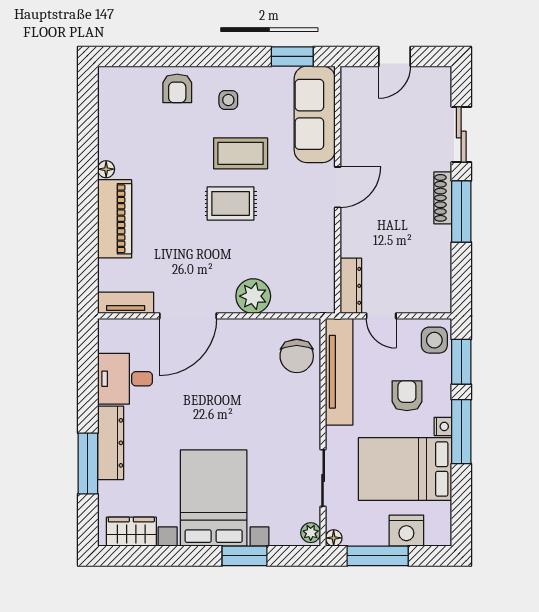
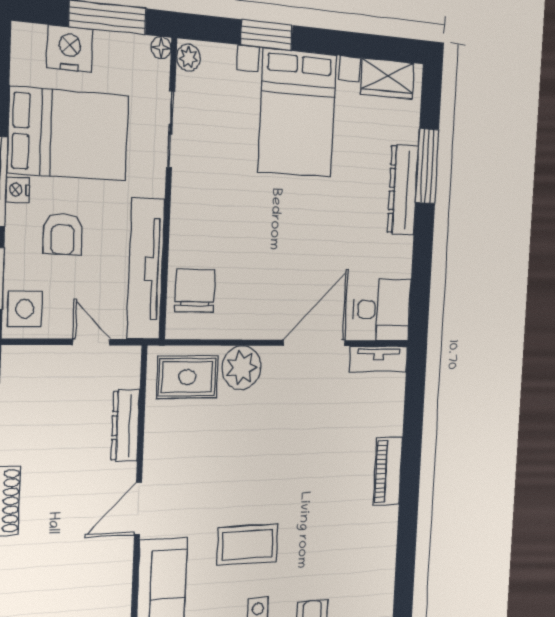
floor lamp: (106, 169) -> (390, 517), removed
rug: (231, 204) -> (187, 377), moved
piano: (115, 219) -> (388, 471), width x0.73, depth x0.75
dresser: (351, 286) -> (125, 425), moved
desk: (125, 379) -> (382, 310), moved

